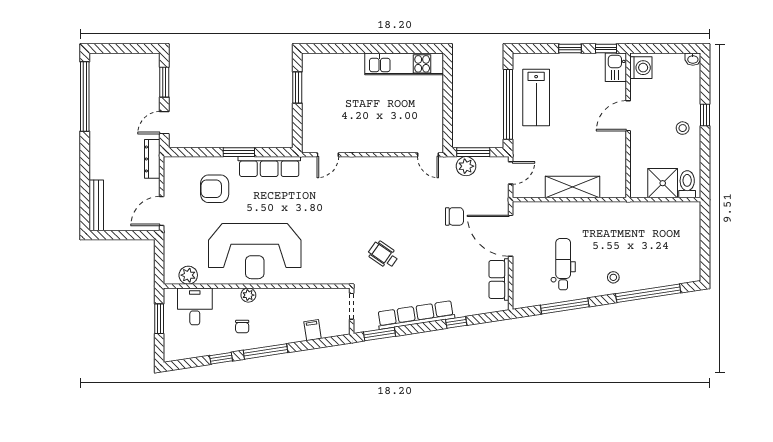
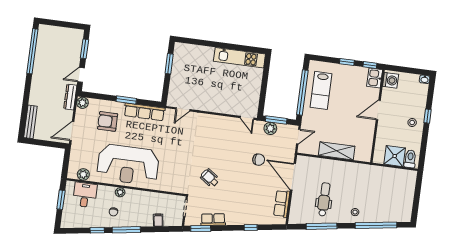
plant: (172, 165) -> (82, 103), added
row of seats: (416, 315) -> (213, 220), width x0.50

